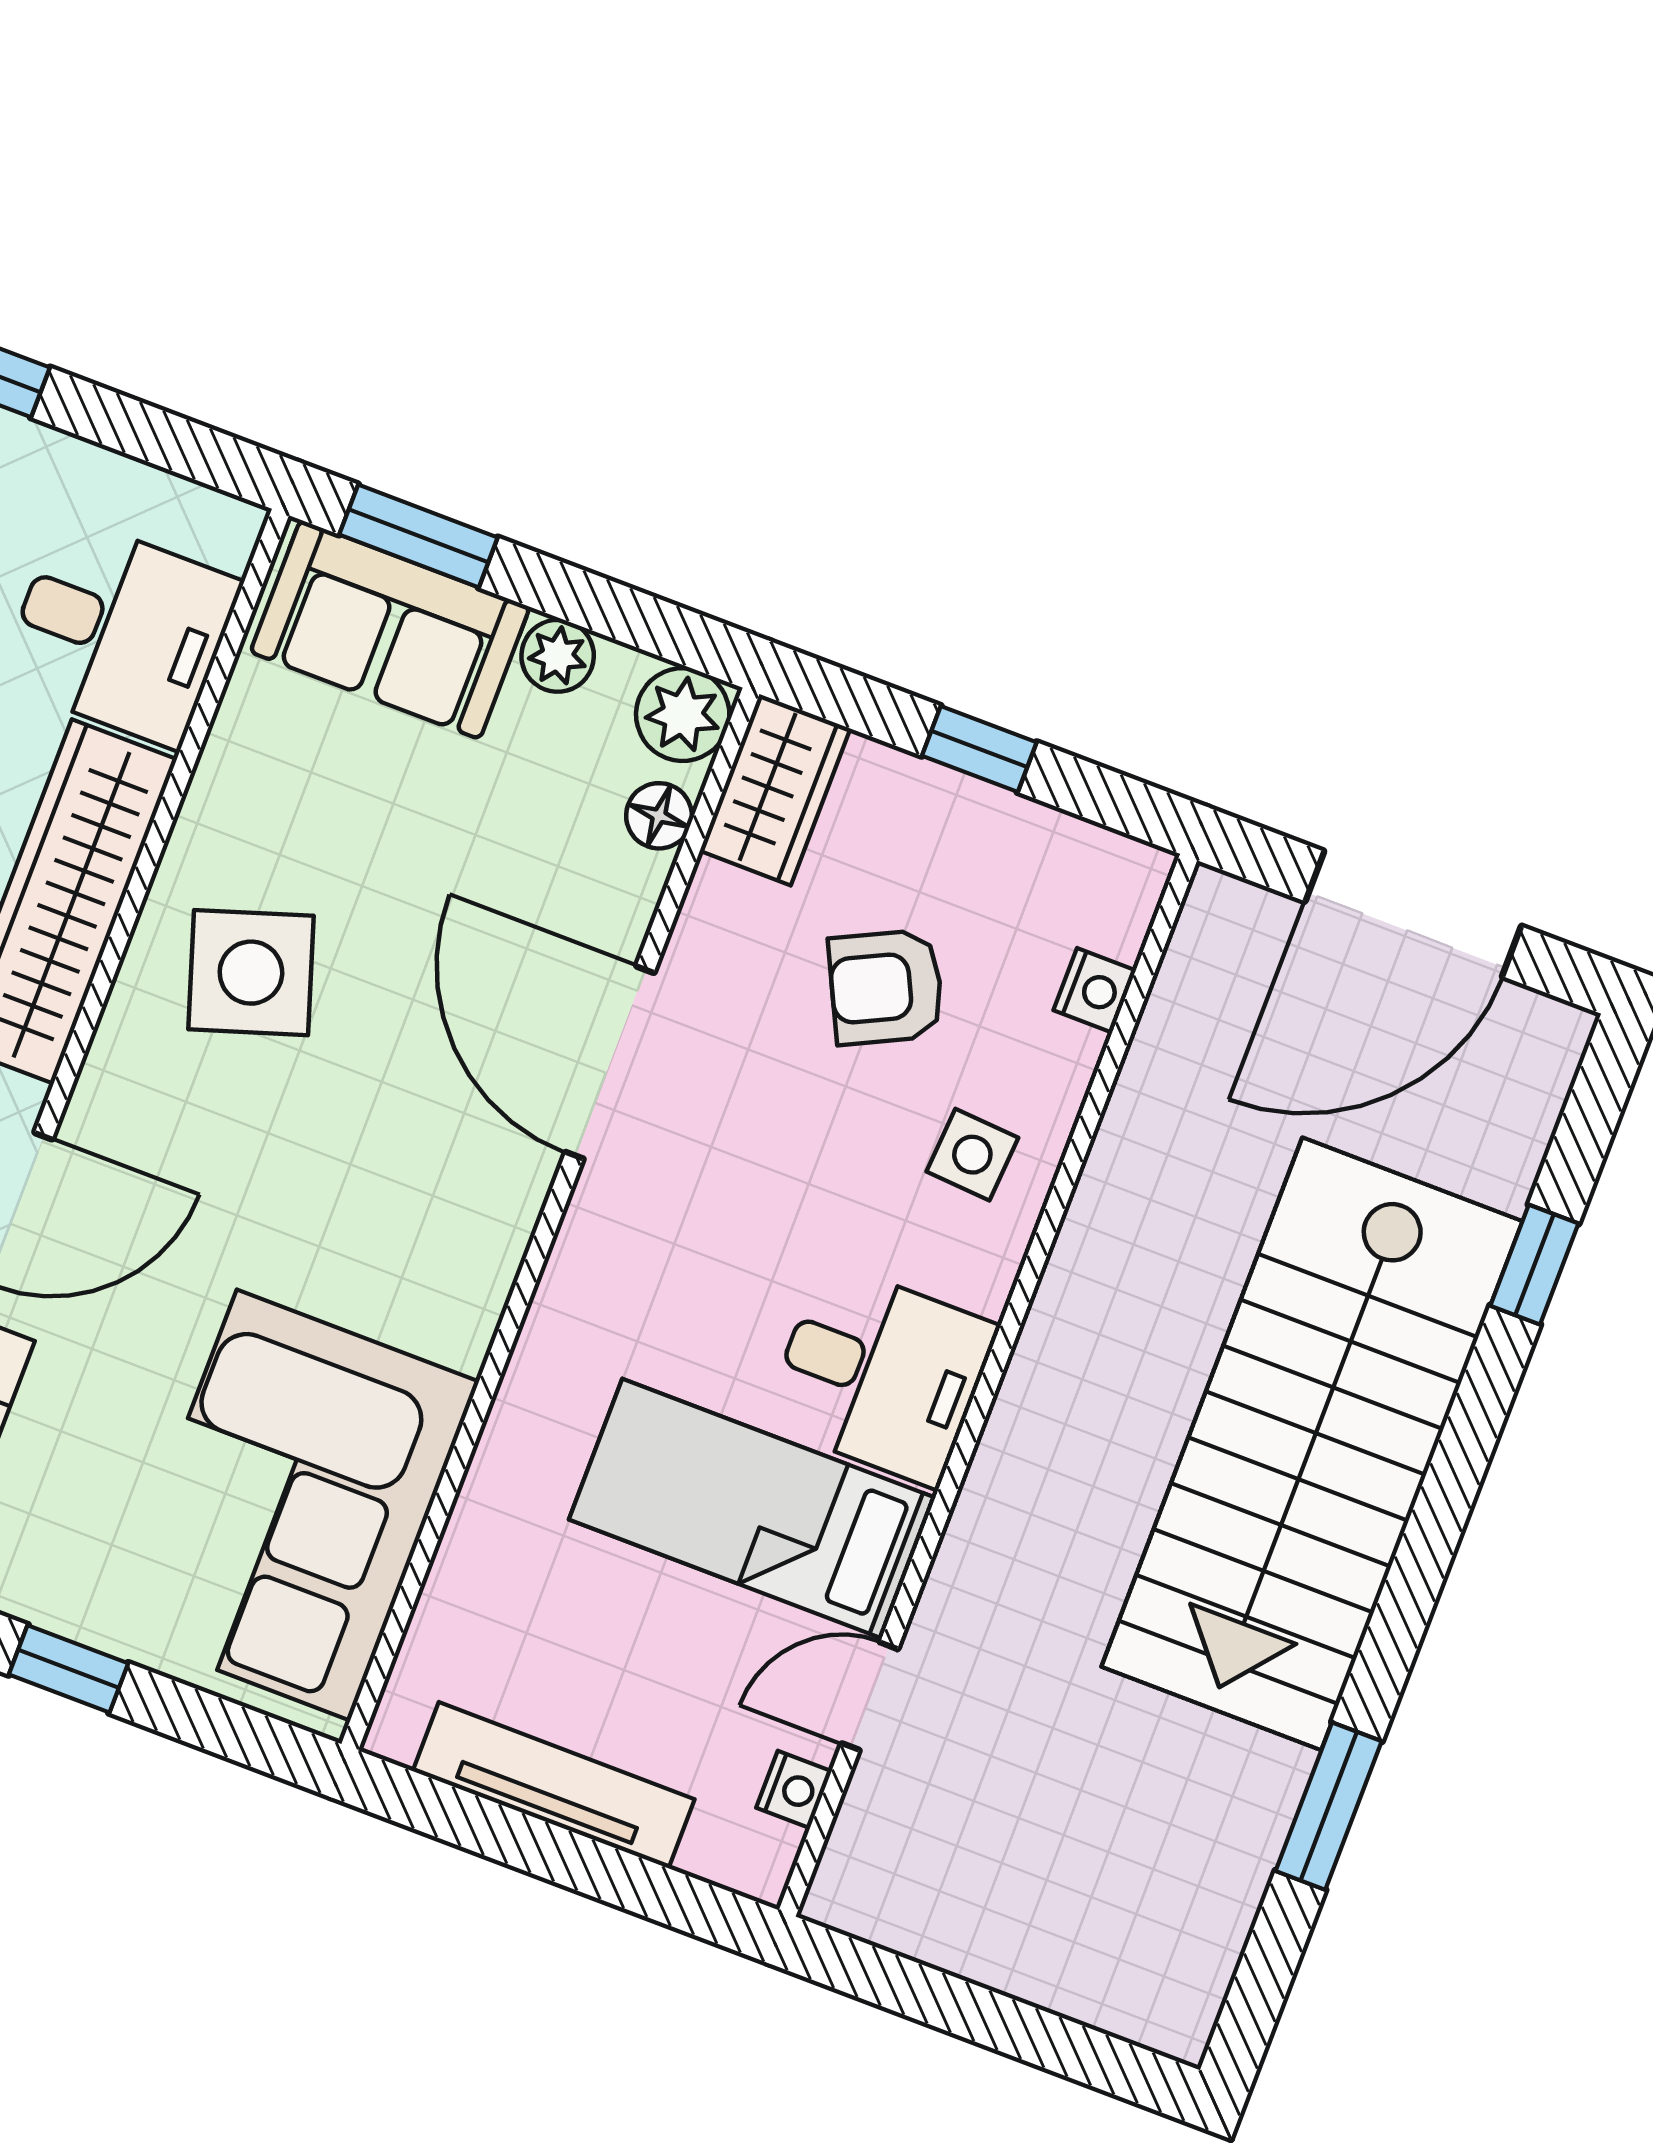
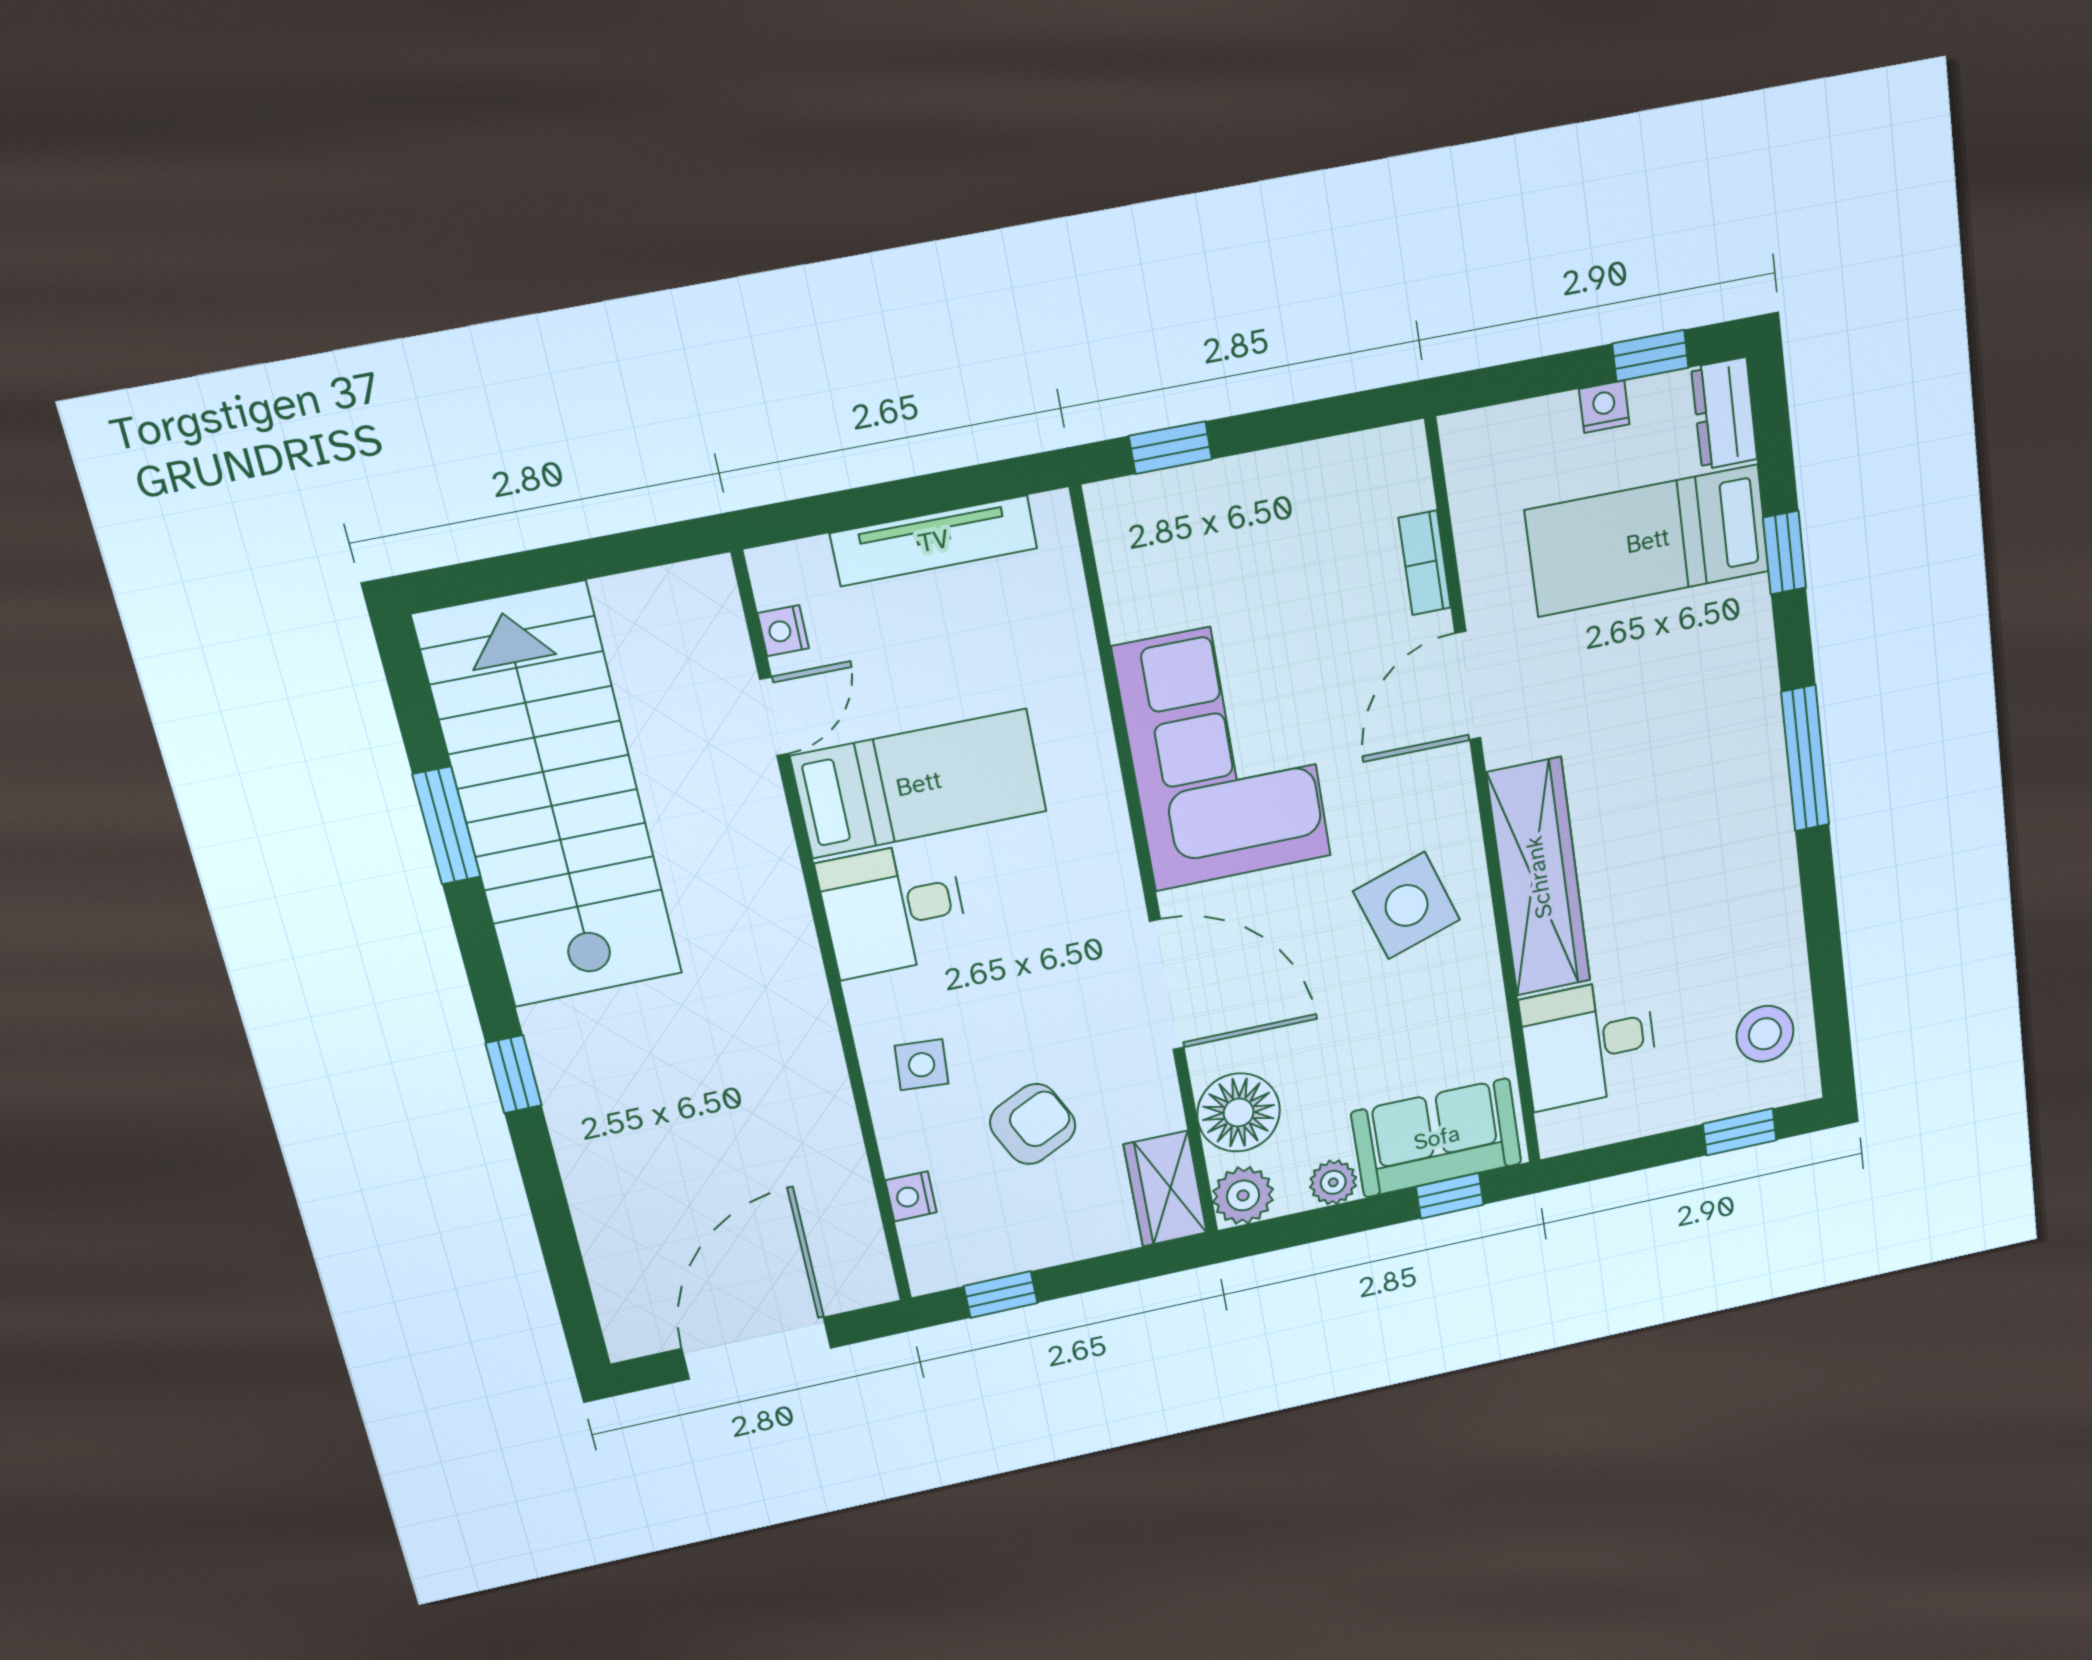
window: (418, 536) -> (1450, 1196), width x0.67
window: (979, 749) -> (1001, 1295), moved
floor lamp: (659, 816) -> (1239, 1112), width x1.89, depth x1.89
window: (1534, 1265) -> (514, 1074), moved
stairs: (1312, 1444) -> (550, 798), moved
corner sofa: (294, 1505) -> (1223, 752), moved
window: (68, 1669) -> (1170, 448), moved

